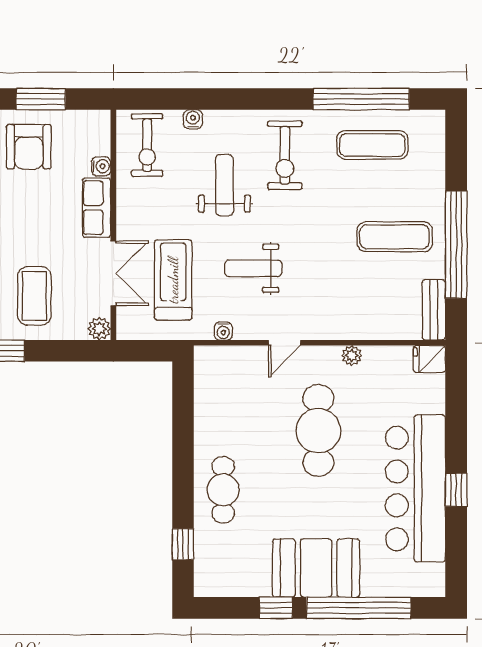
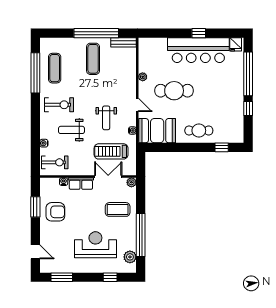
fridge: (429, 359) -> (236, 44), moved
booth: (316, 568) -> (157, 131), moved, turned 90

